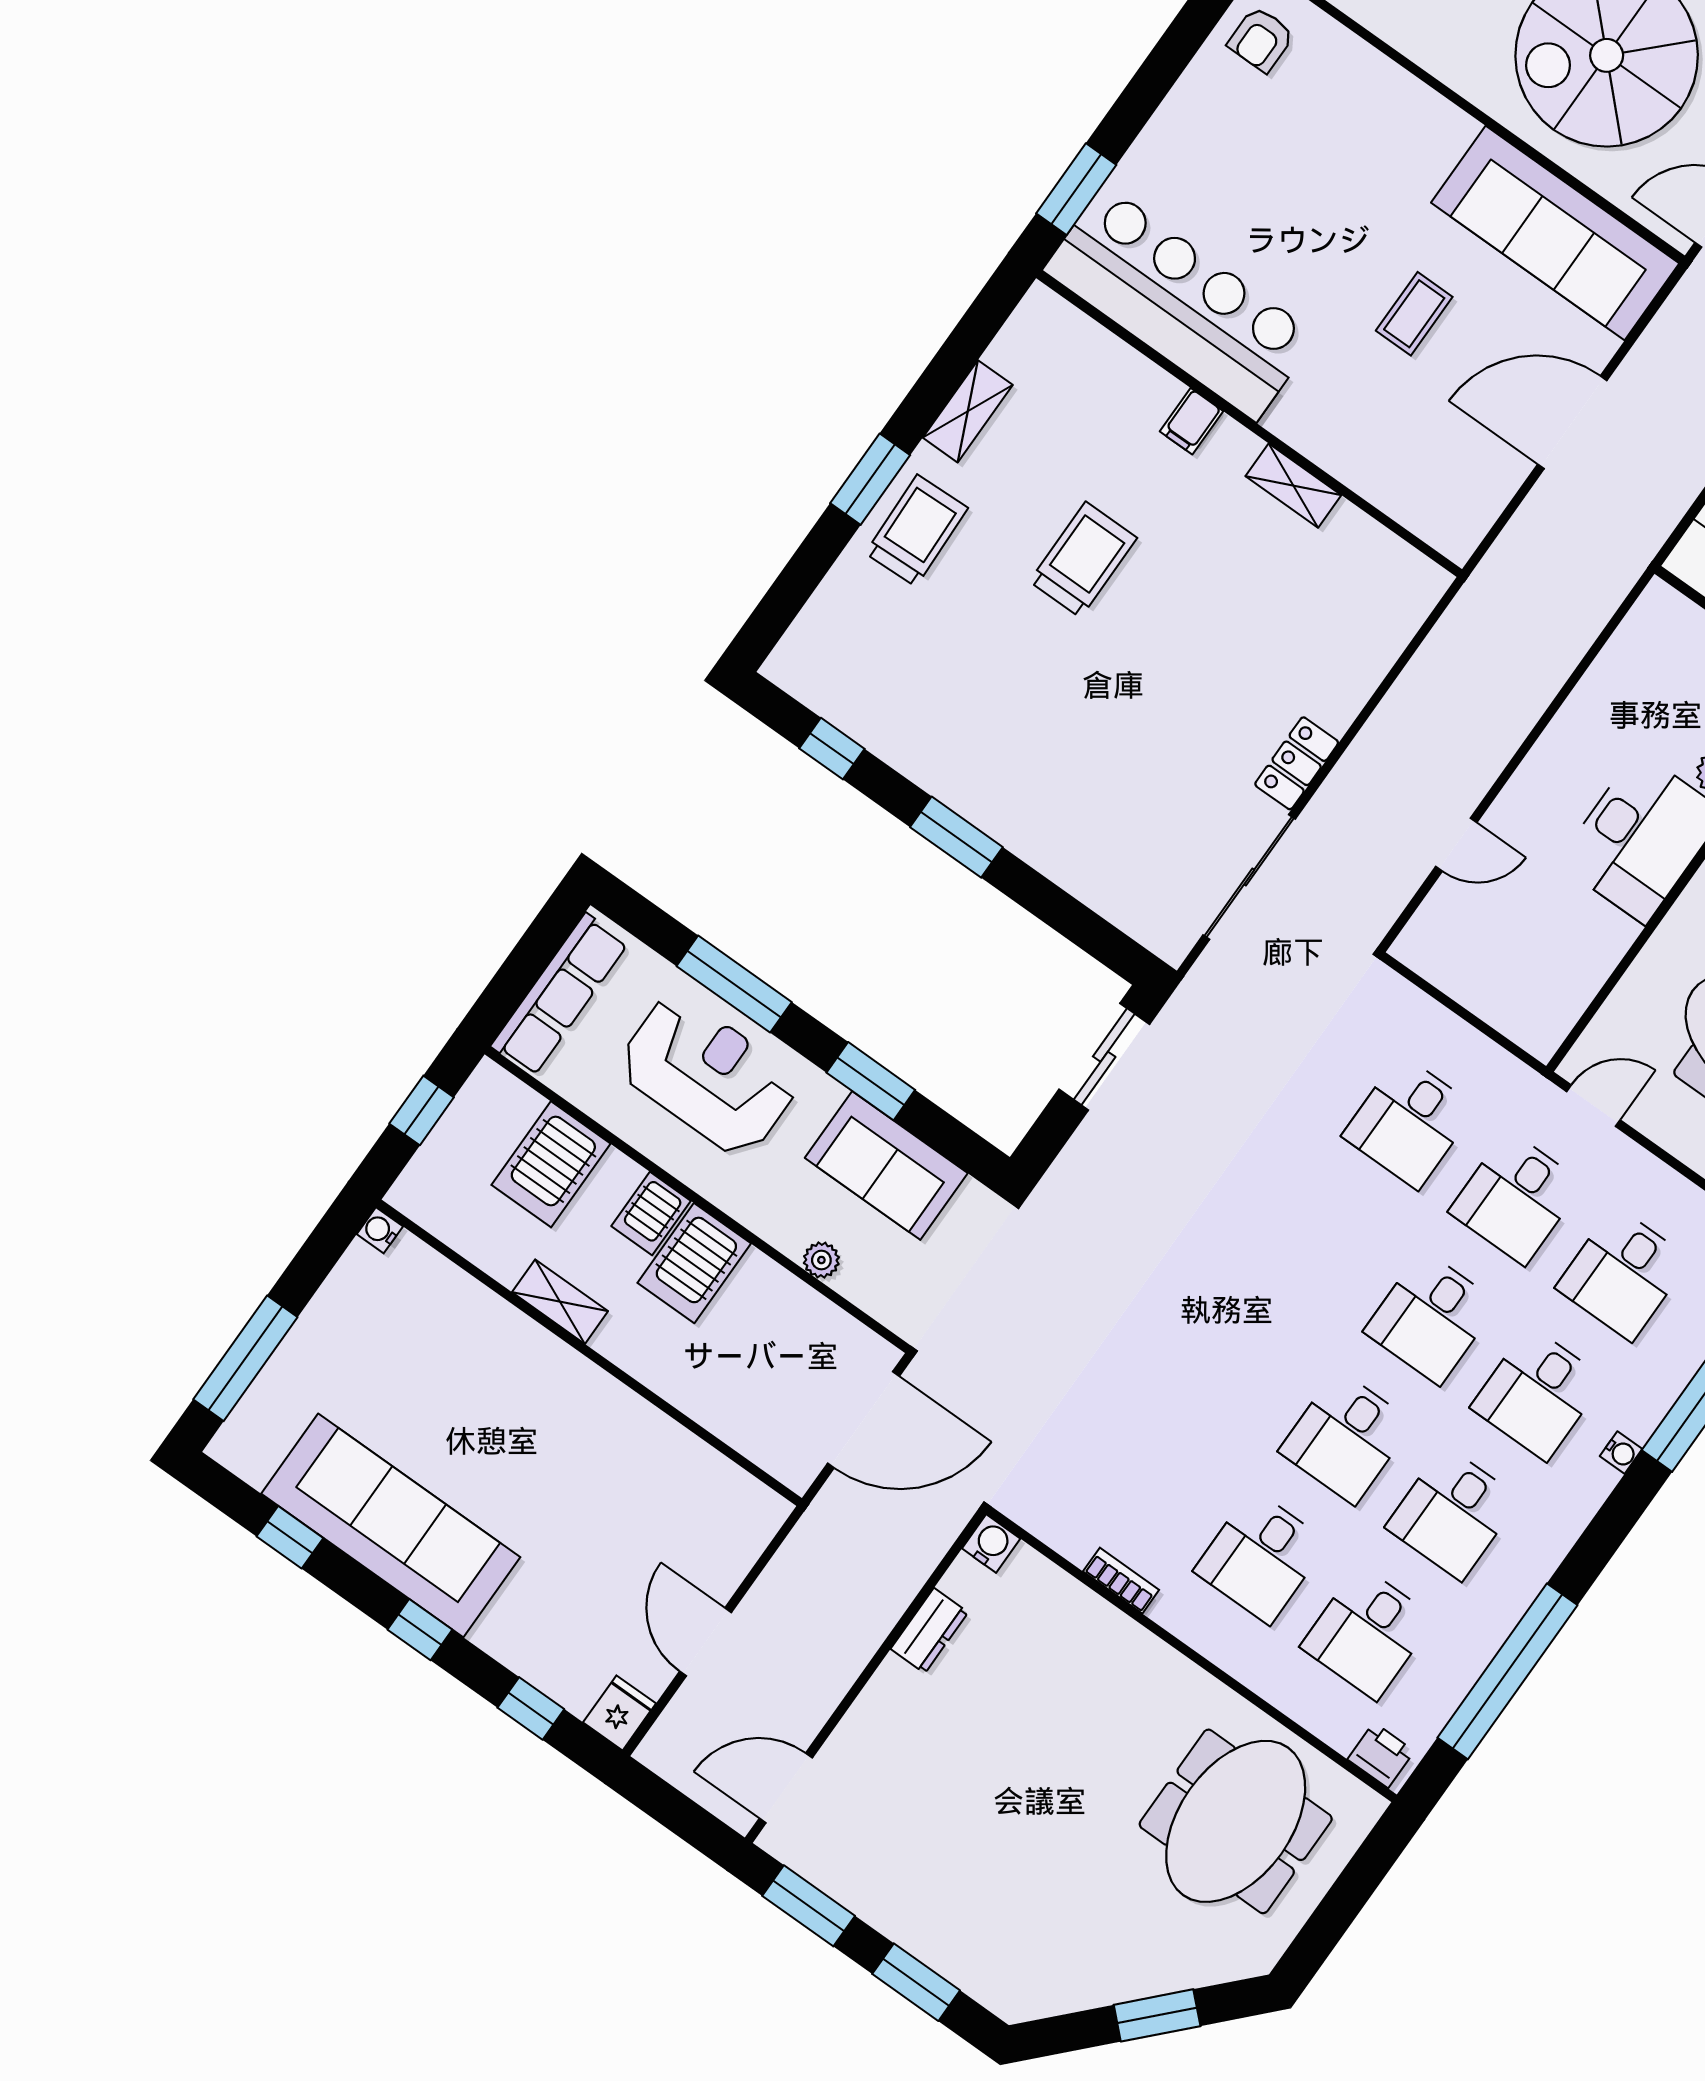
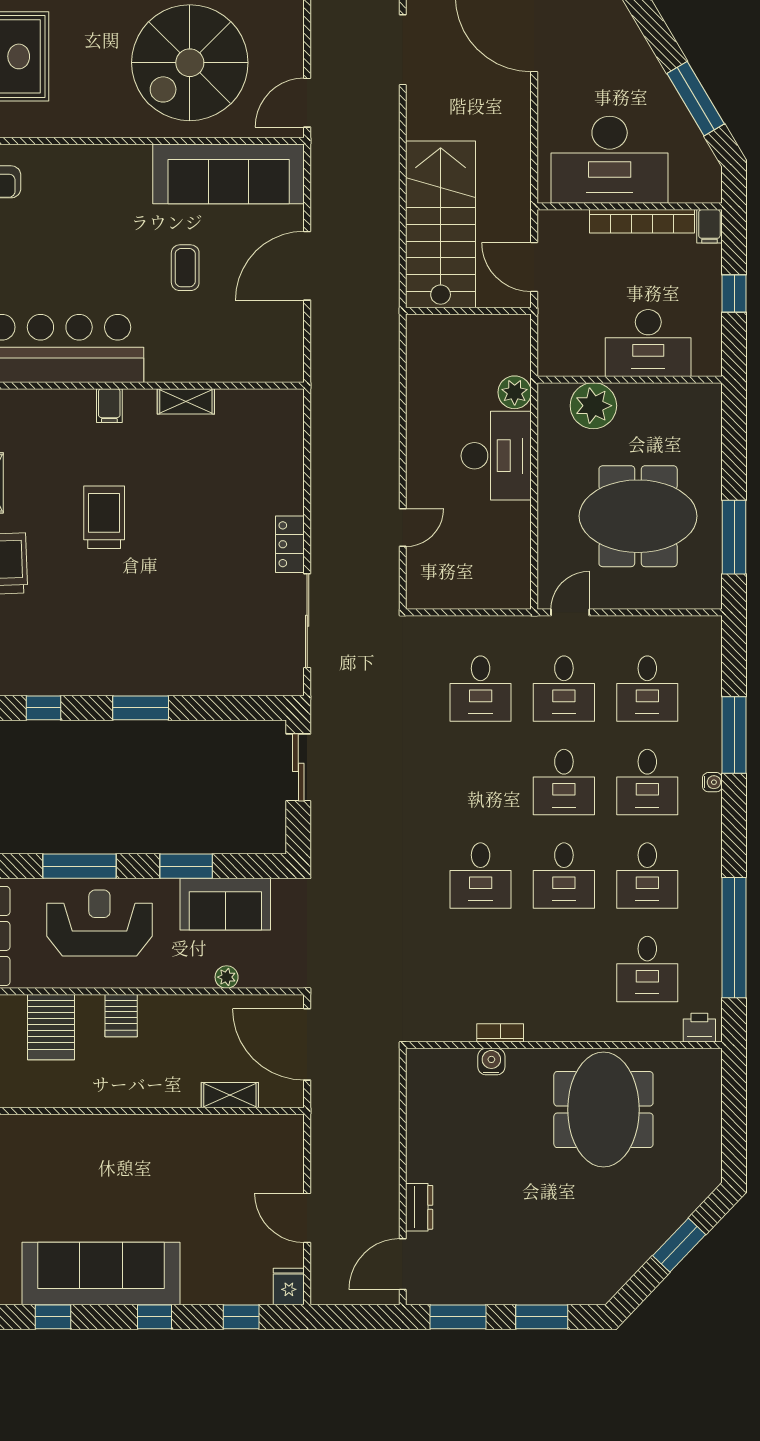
server rack: (694, 1263) -> (162, 1026), removed
shelving: (560, 1302) -> (230, 1095), moved
door: (863, 1420) -> (307, 1044), swing flipped
water cooler: (991, 1544) -> (491, 1062), moved
desk: (1261, 1557) -> (481, 876), moved
dresser: (929, 1631) -> (419, 1207), moved
meeting table: (1236, 1821) -> (603, 1110), moved

